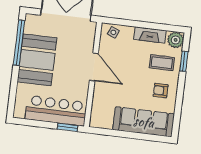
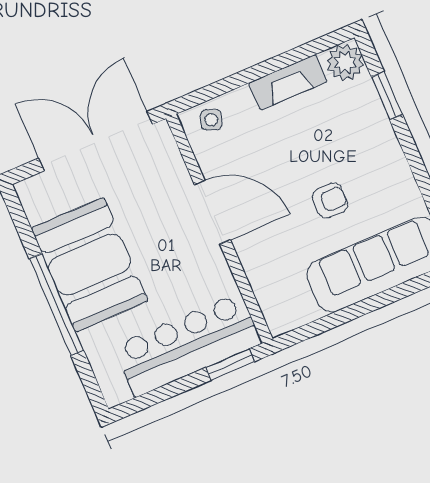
window: (19, 43) -> (56, 305), moved
coffee table: (162, 63) -> (344, 124), removed
armchair: (161, 91) -> (330, 200), moved, turned 180

